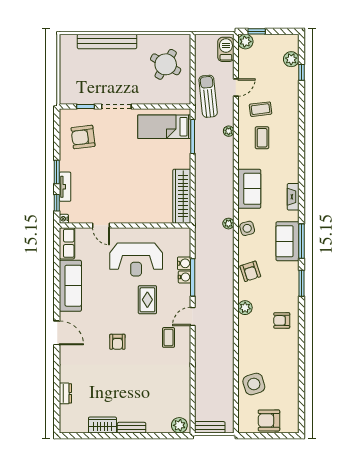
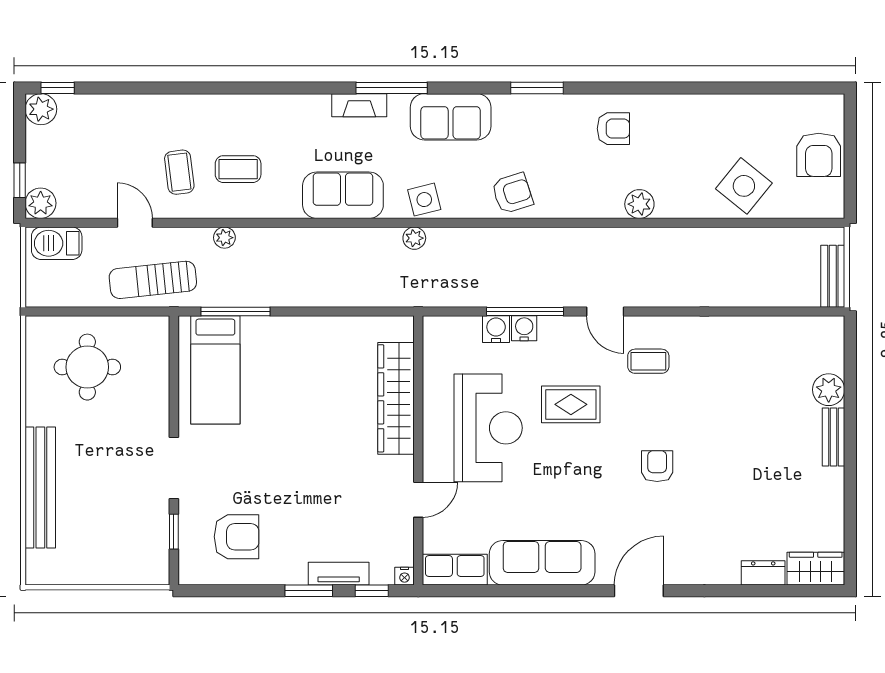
plant: (291, 59) -> (41, 109), moved
round table: (166, 64) -> (87, 367), turned -30
window: (302, 72) -> (58, 88), moved
armchair: (83, 137) -> (236, 537), turned -83
wardrobe: (182, 196) -> (396, 398), moved, turned 90
window: (302, 241) -> (392, 88), moved
plant: (245, 308) -> (639, 204), moved
armchair: (282, 320) -> (613, 129), turned -90
armchair: (117, 342) -> (657, 466), turned -90
side table: (254, 384) -> (744, 186), turned -34
wardrobe: (102, 425) -> (816, 569), moved, turned 90
plant: (179, 425) -> (829, 390), moved

